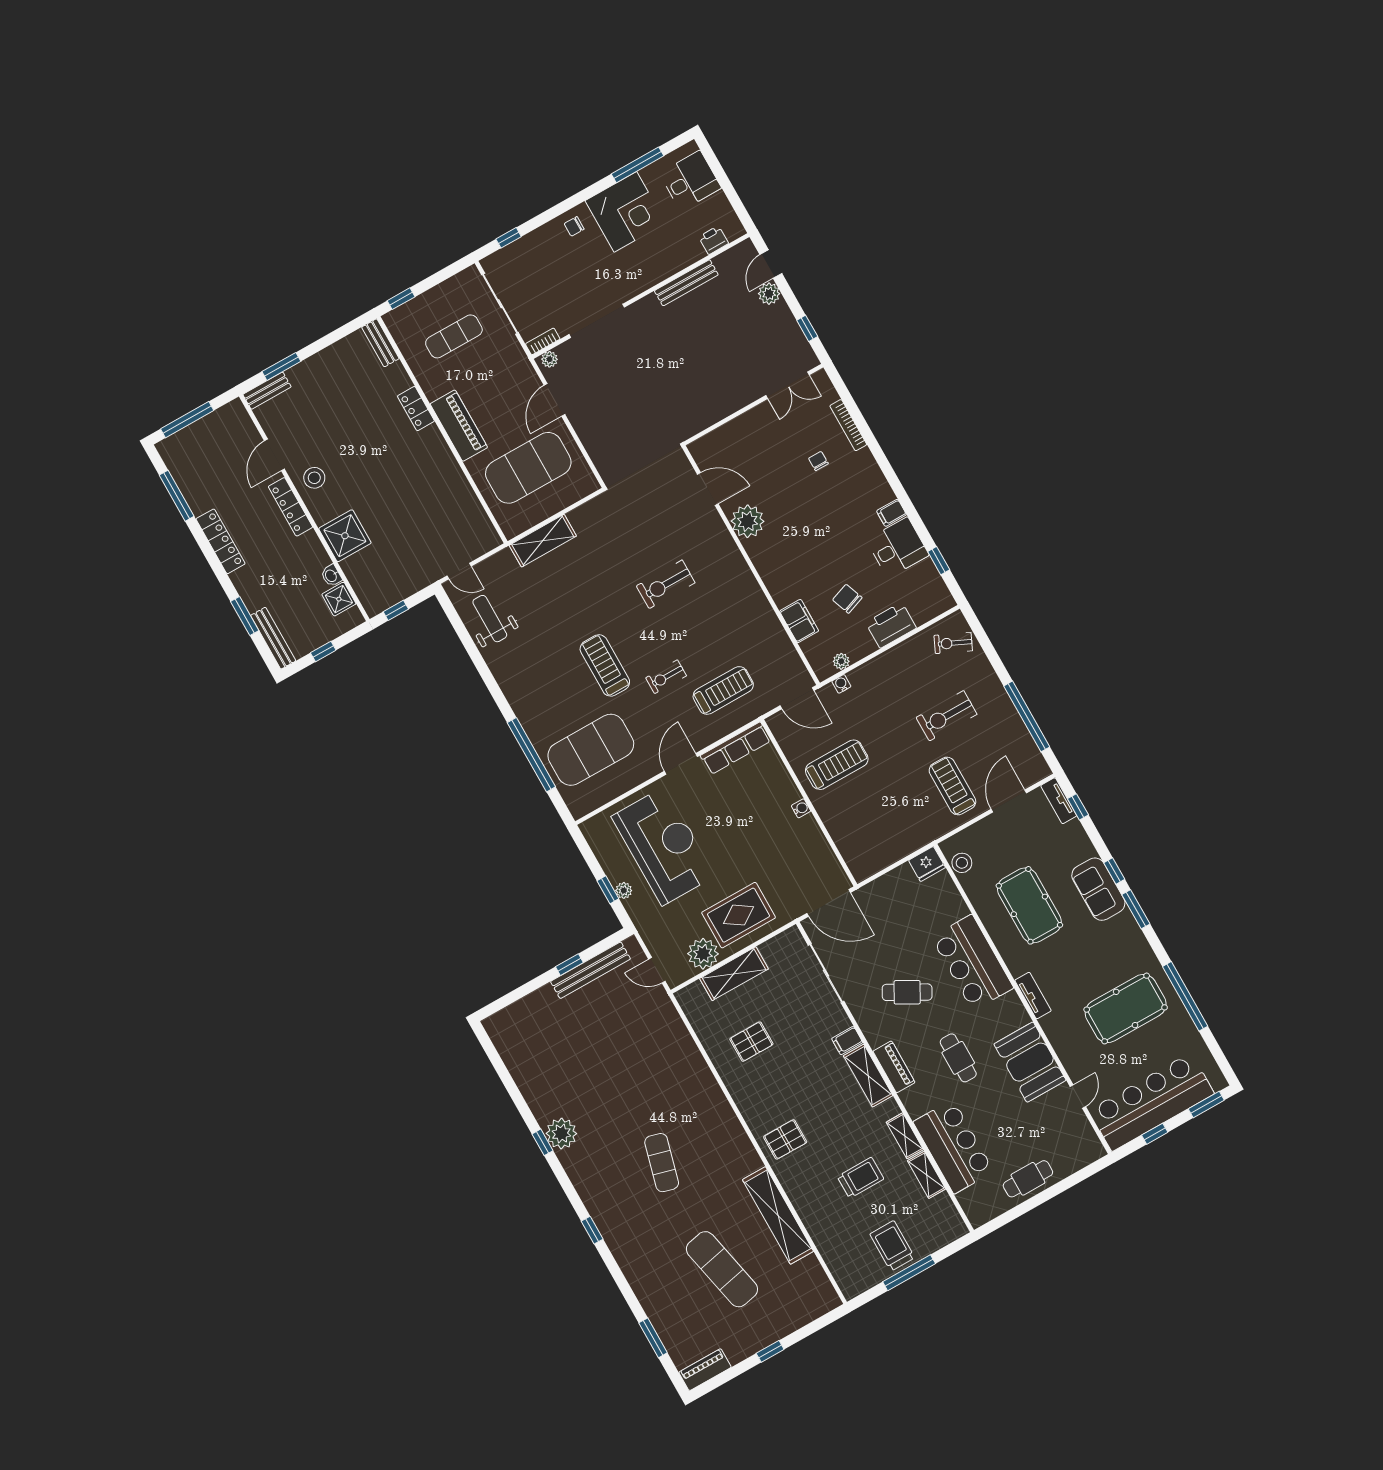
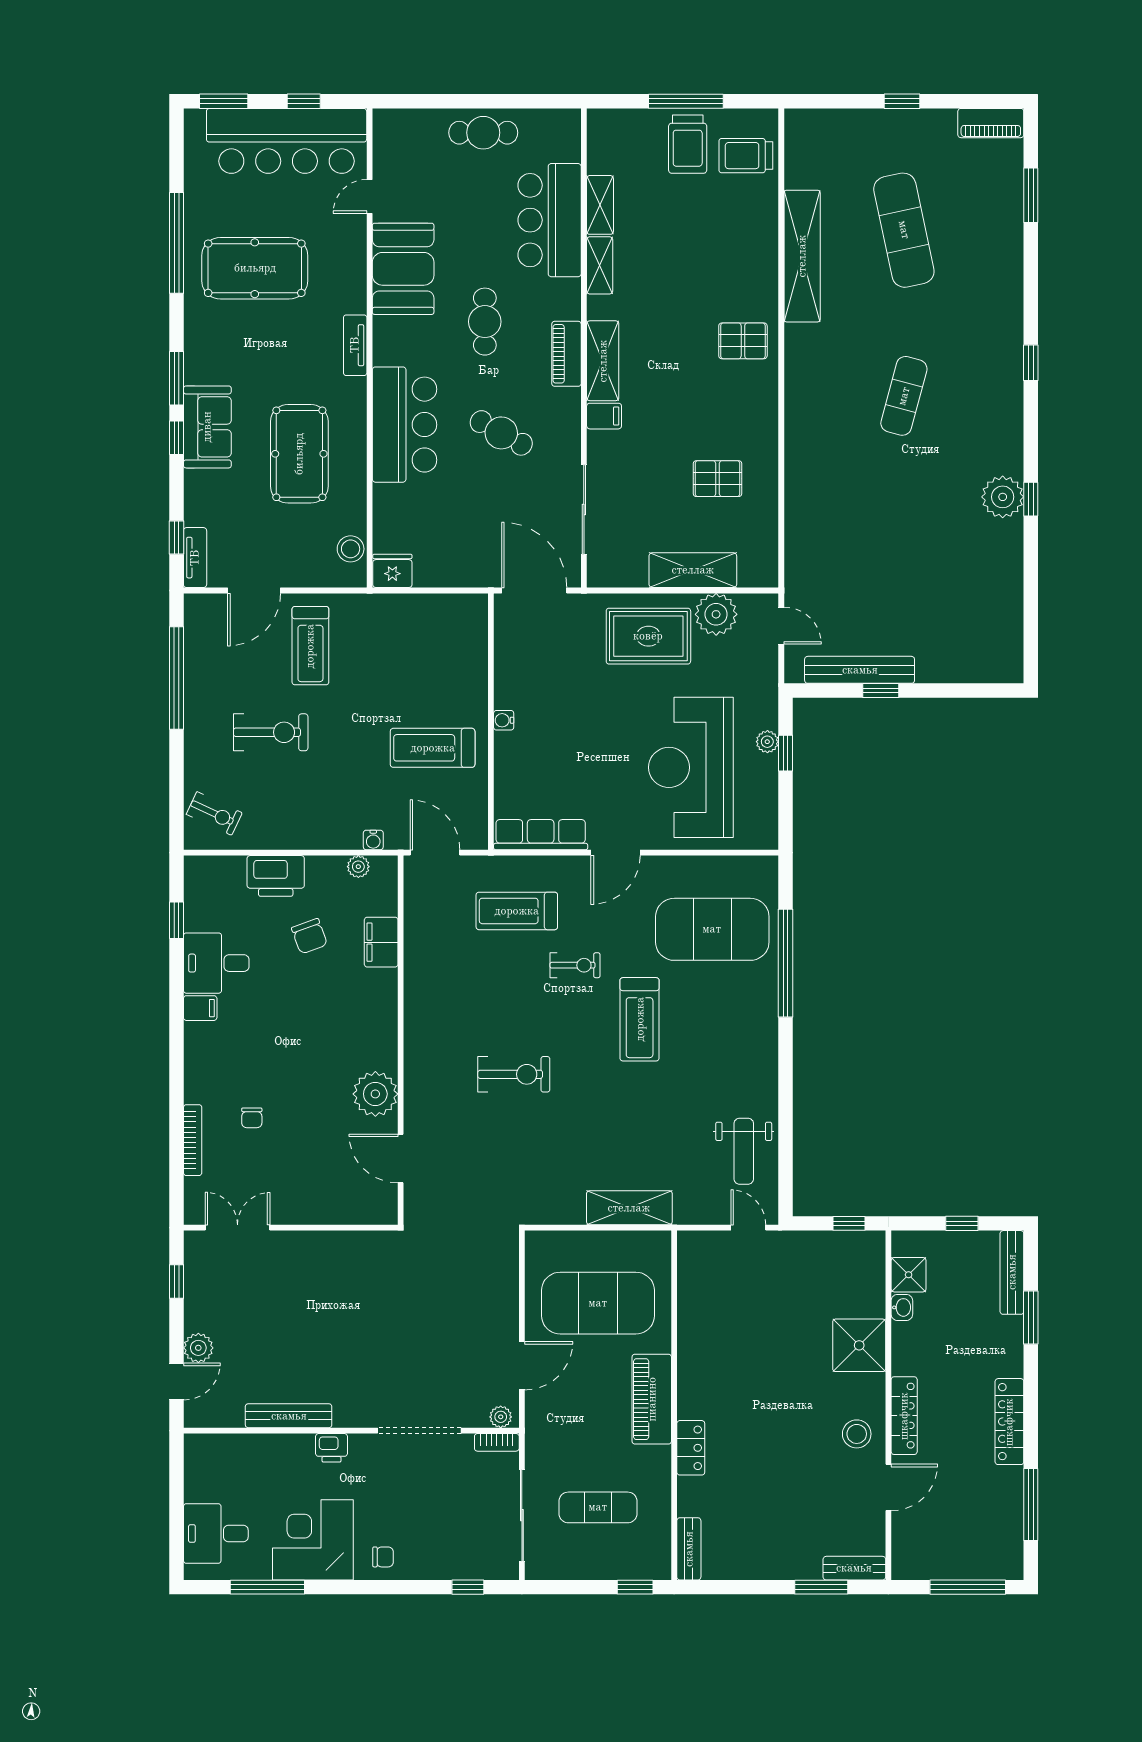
printer: (714, 240) -> (331, 1448), moved
trolley: (861, 1178) -> (746, 156), moved

